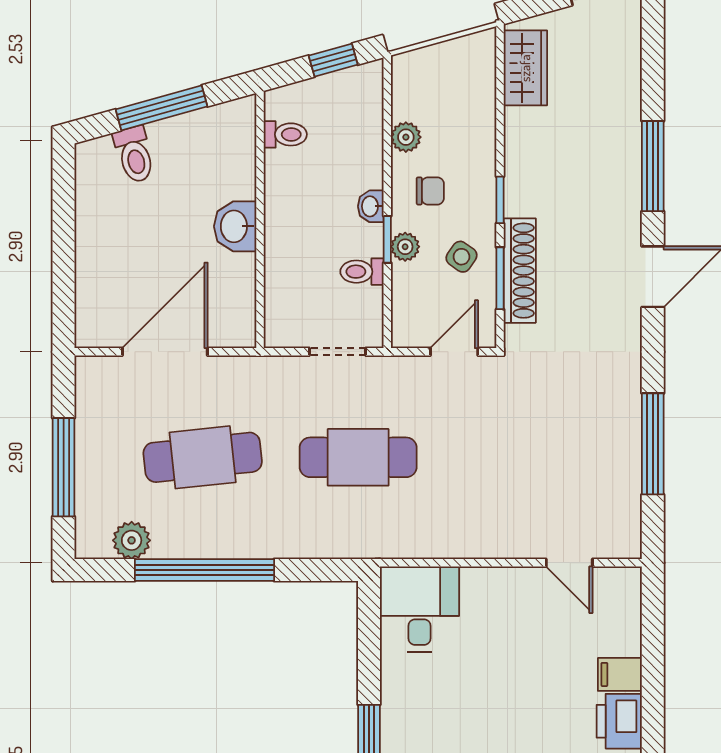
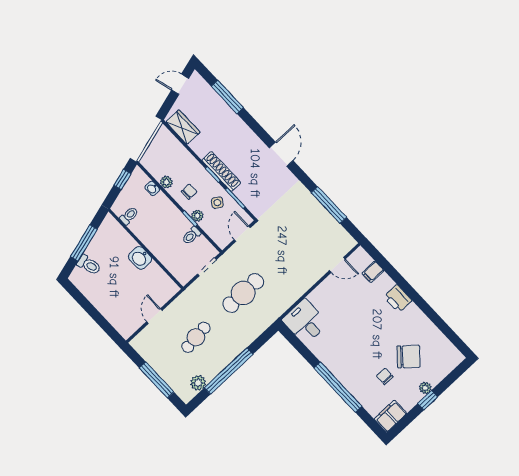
window: (653, 166) -> (227, 97), moved
washbasin: (371, 206) -> (152, 188), moved
shoe rack: (520, 271) -> (221, 171), moved
door: (165, 352) -> (154, 316), width x0.53
cafe table: (203, 457) -> (196, 337), width x0.73, depth x0.74
filing cabinet: (620, 674) -> (373, 272), moved

